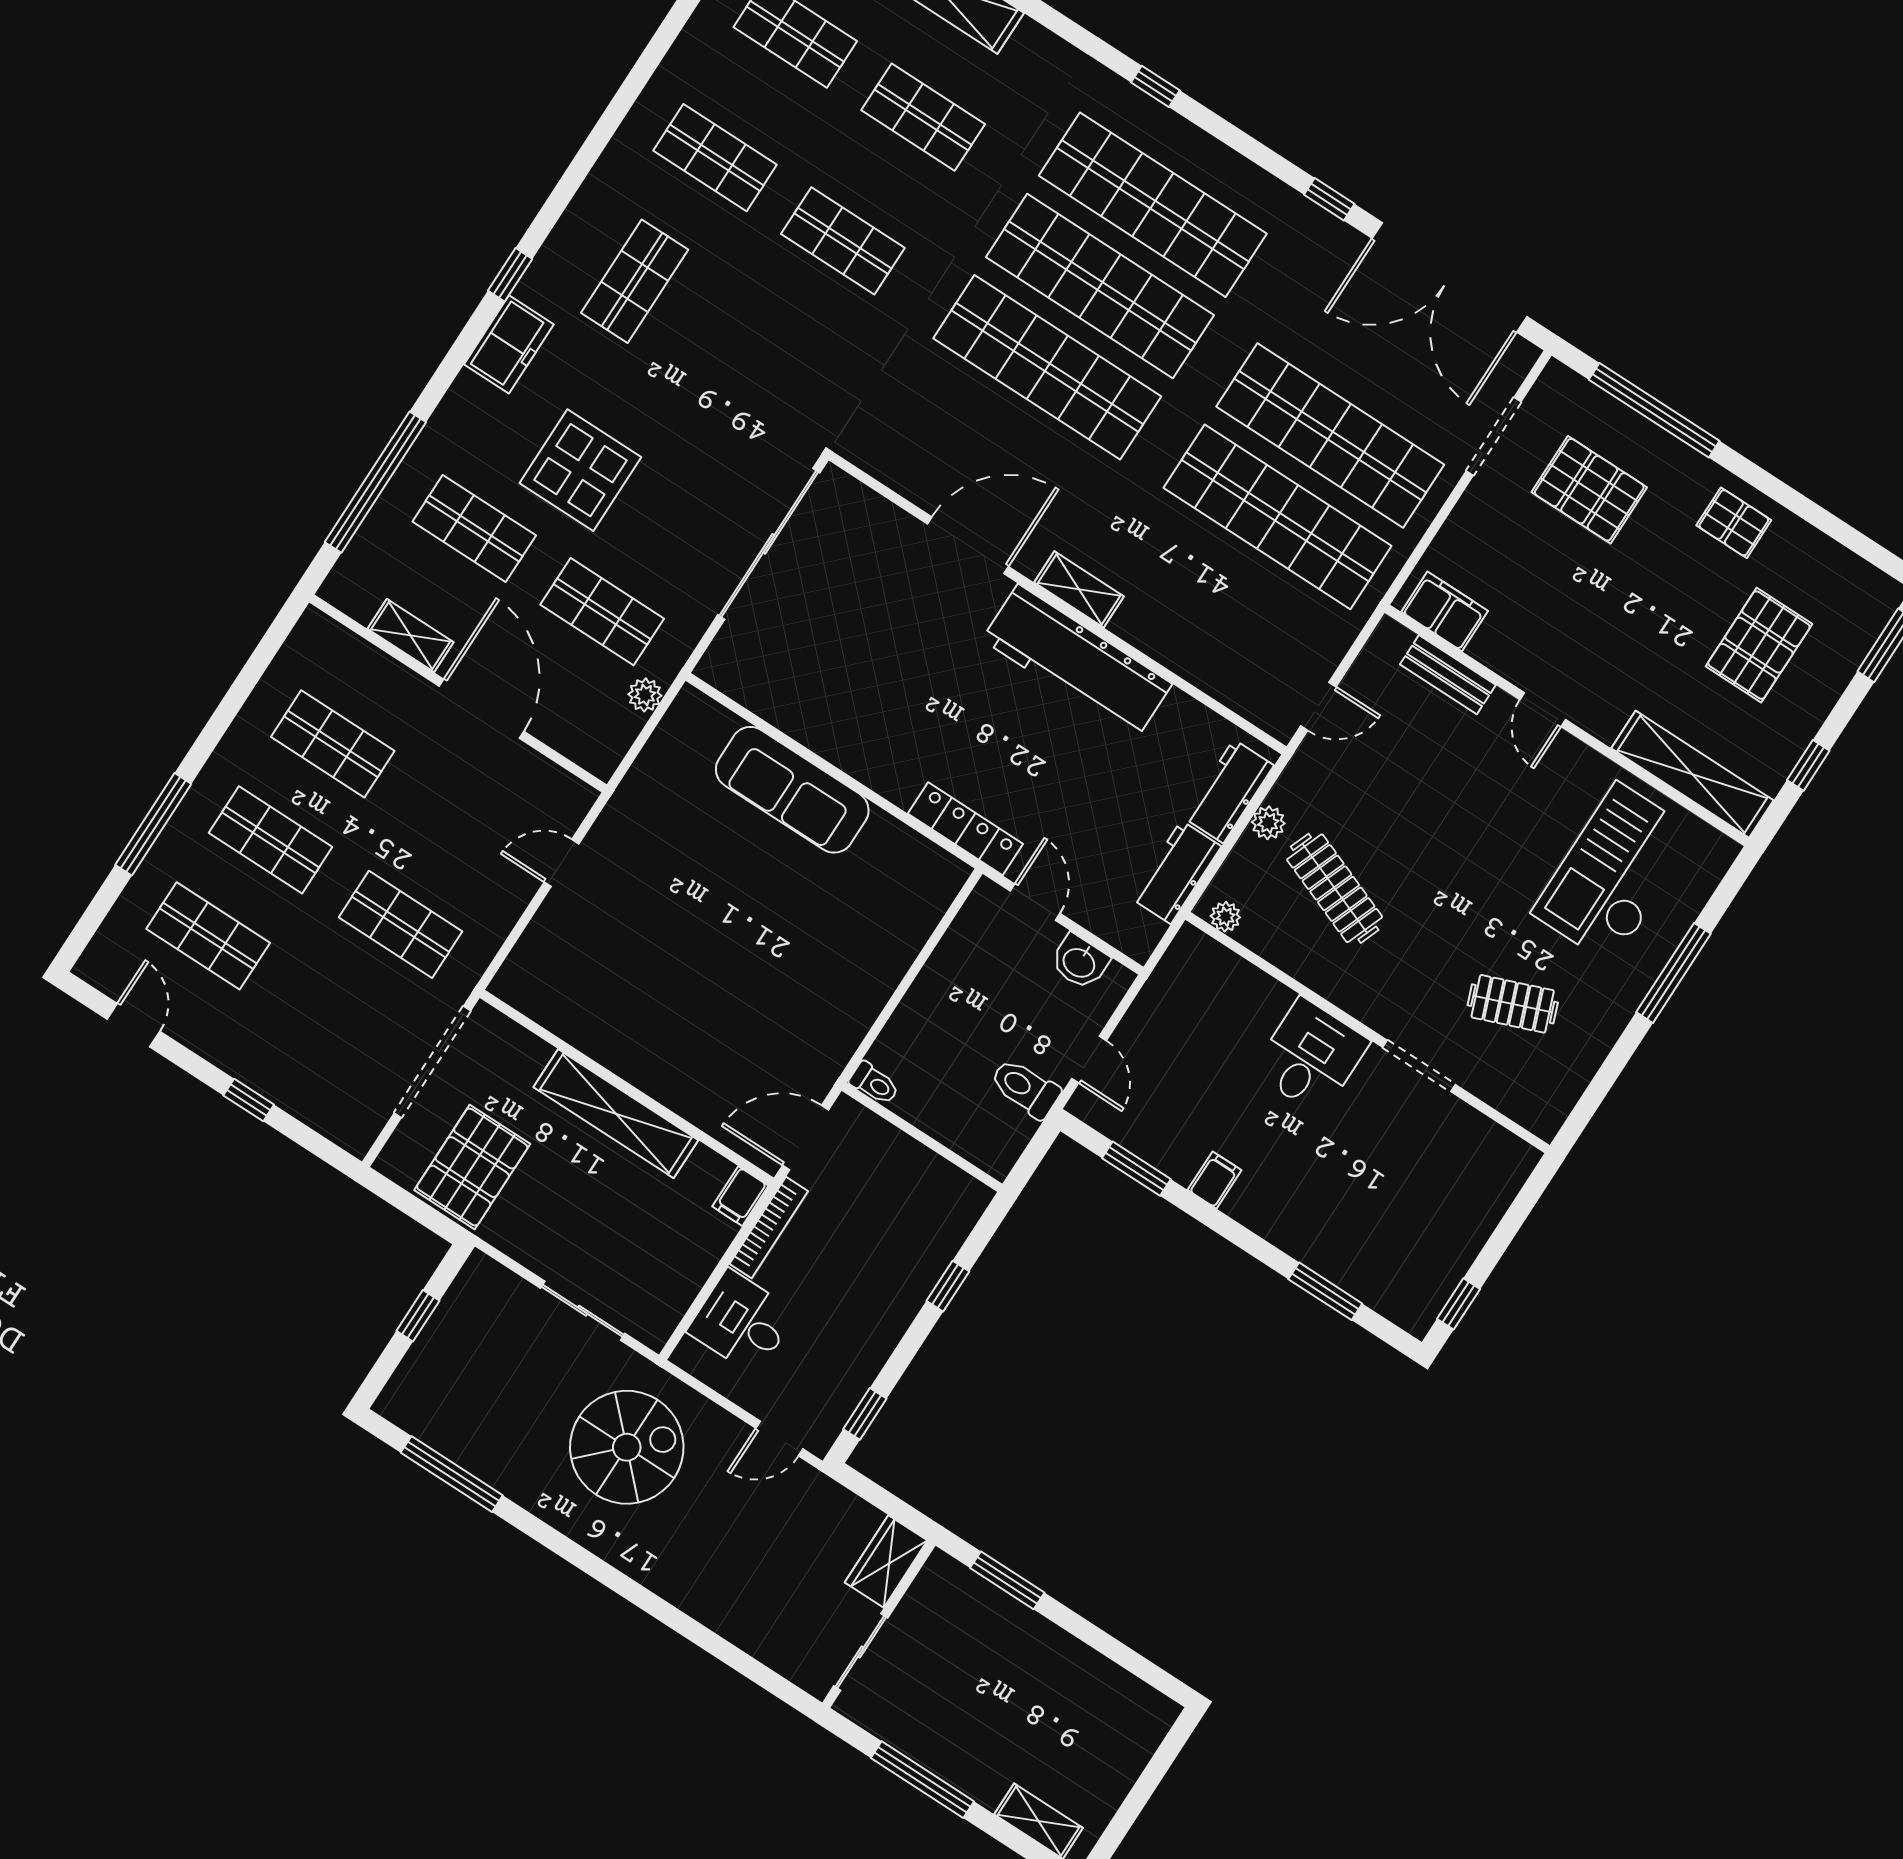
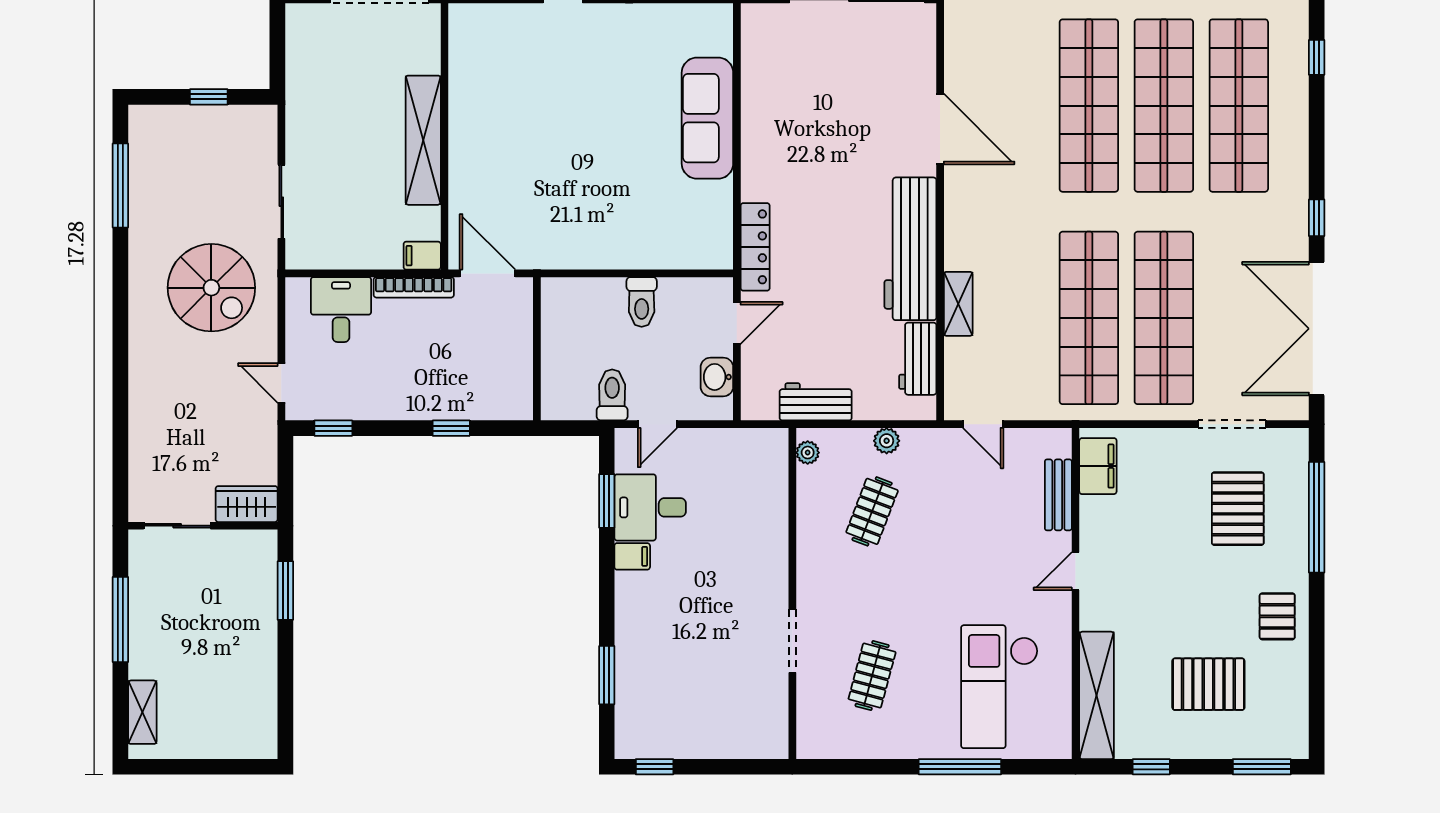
shelving: (1079, 589) -> (958, 304), moved
workbench: (1229, 791) -> (918, 359), moved, turned -90
checkout: (1615, 874) -> (999, 687), turned -90
clothes rail: (1335, 888) -> (872, 511), width x0.73
clothes rail: (1513, 1004) -> (872, 676), turned 36
desk: (1311, 1056) -> (650, 507), moved, turned 180
toilet: (874, 1083) -> (642, 302), moved, width x1.37, depth x1.39
pallet: (472, 1167) -> (328, 69), removed

